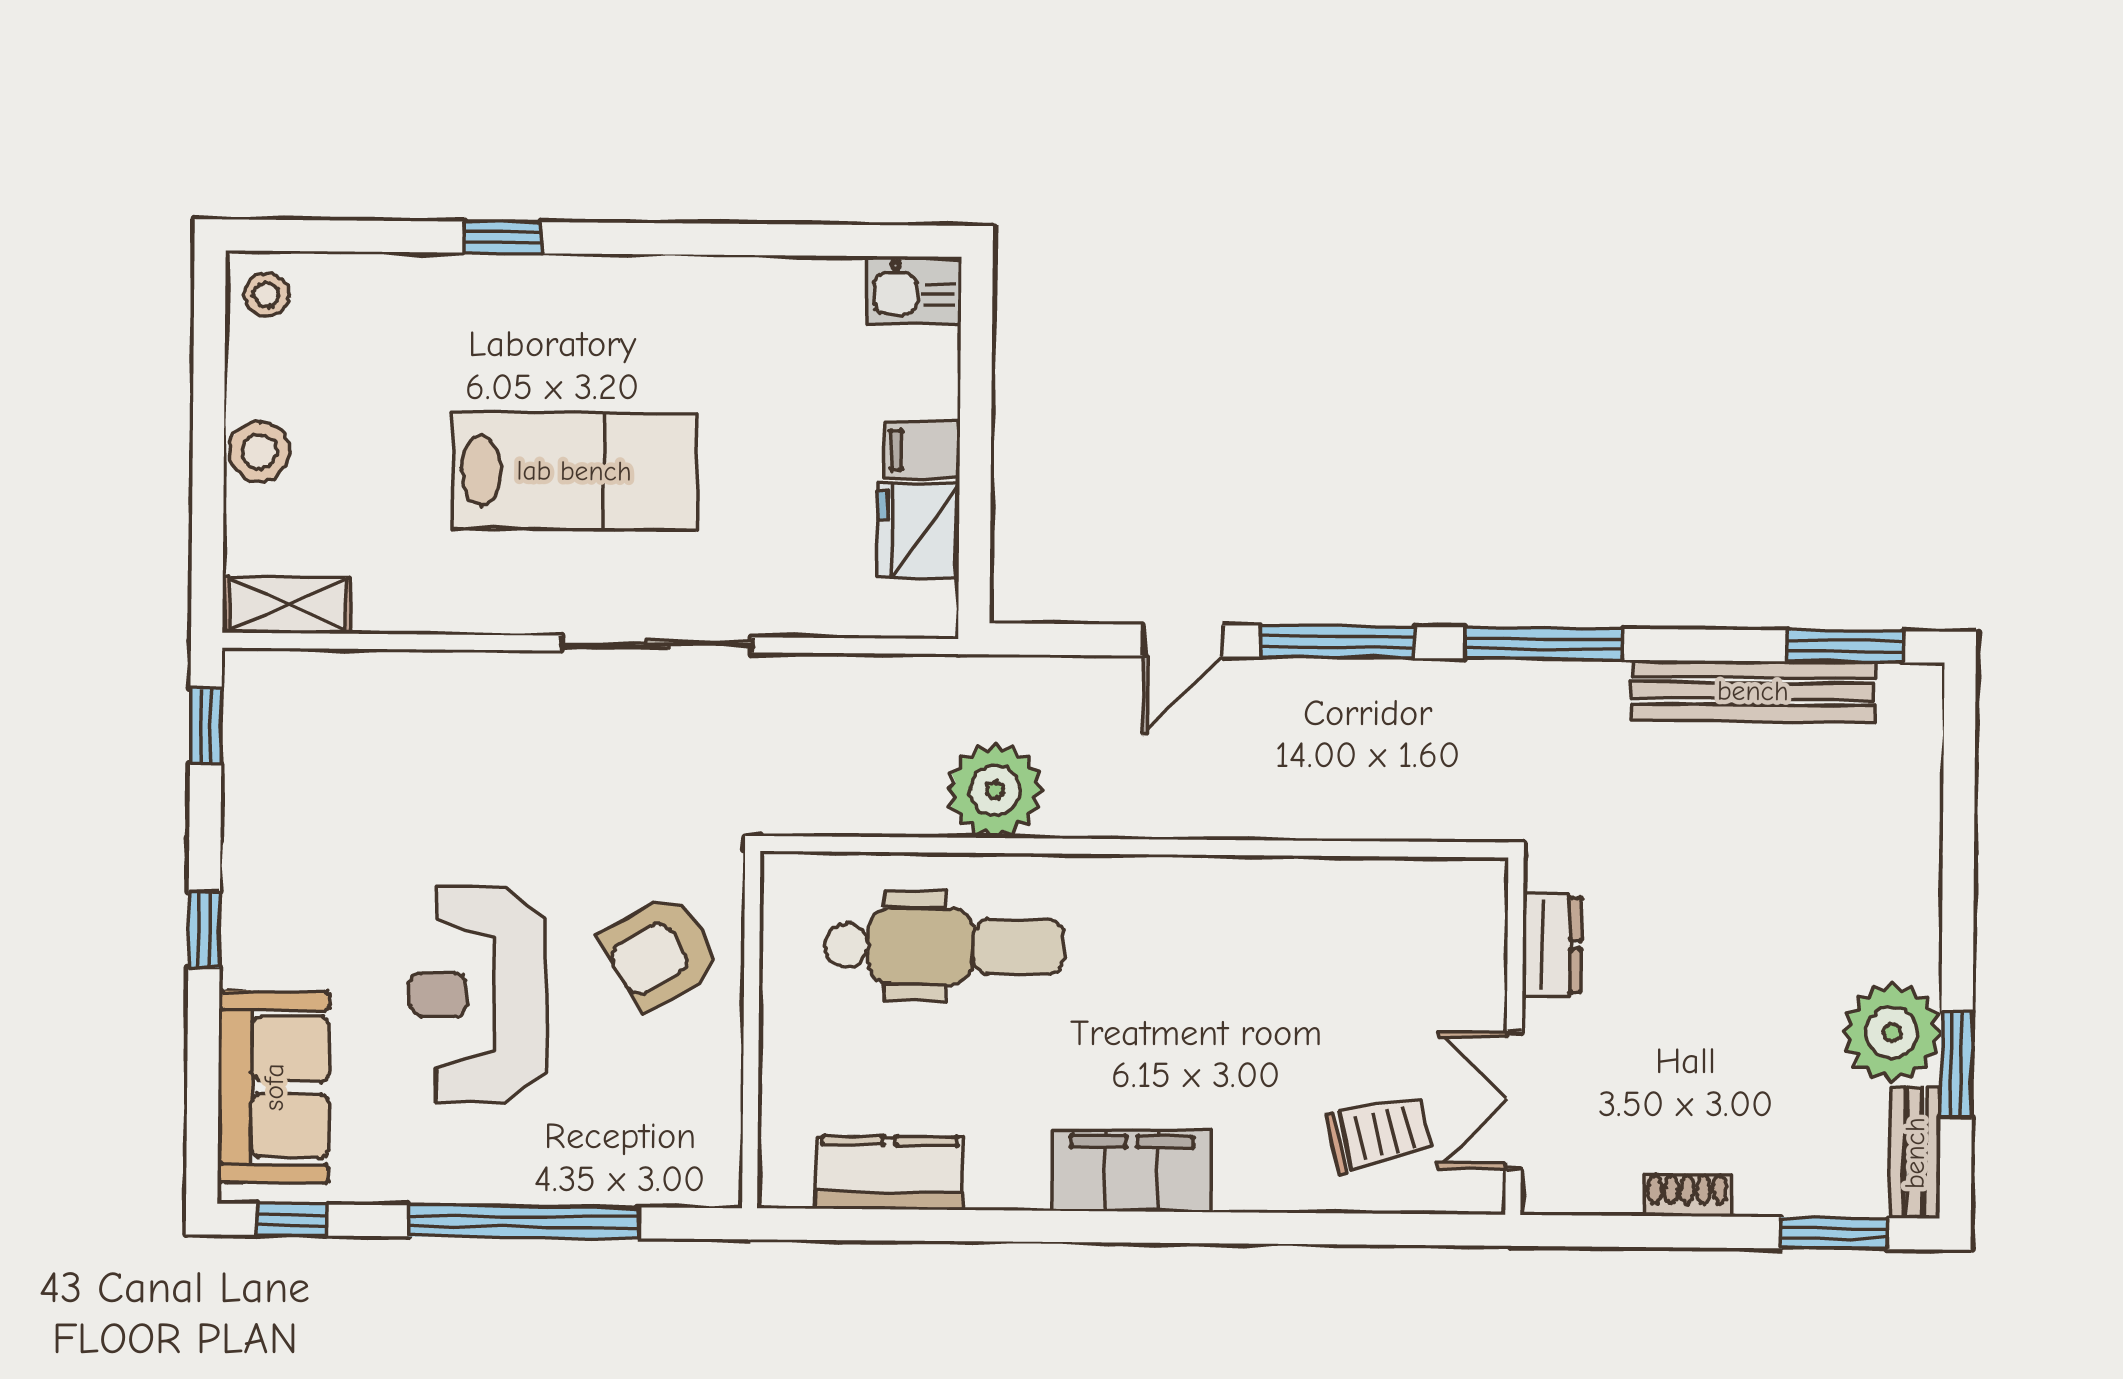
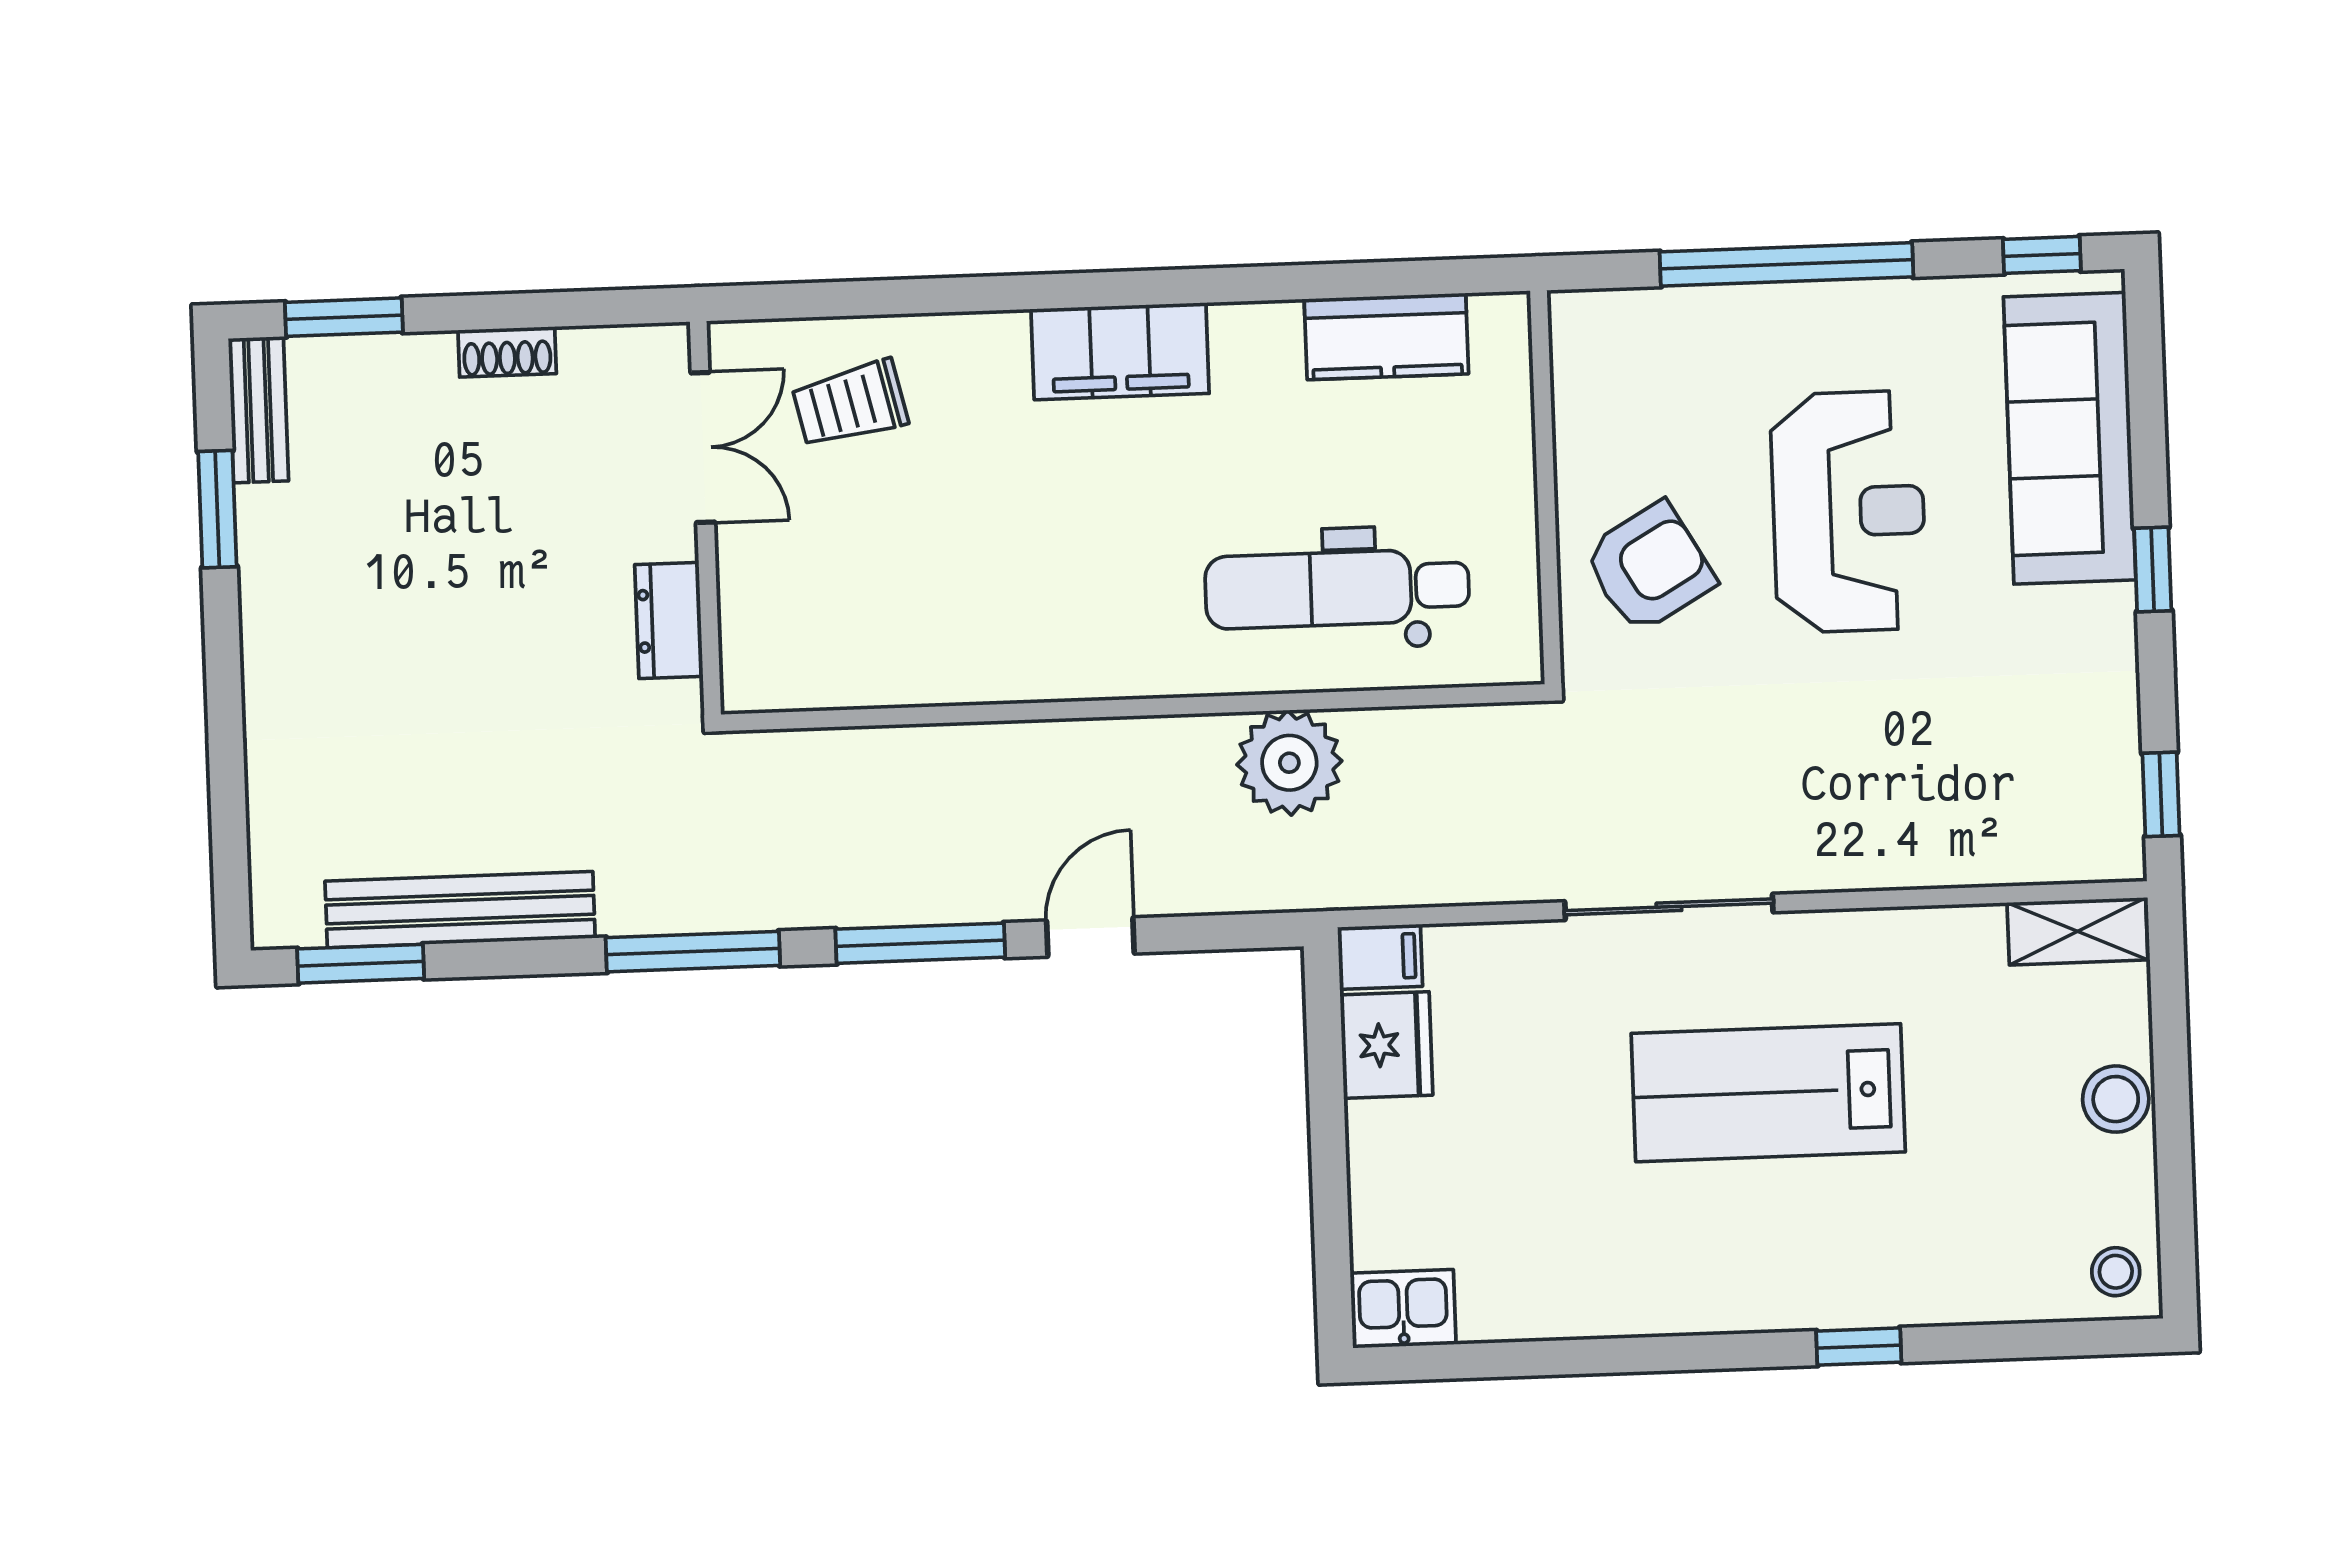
filing cabinet: (922, 450) -> (1380, 957), moved
plant: (1892, 1033) -> (290, 541), removed
sofa: (274, 1087) -> (2070, 438), width x1.36

